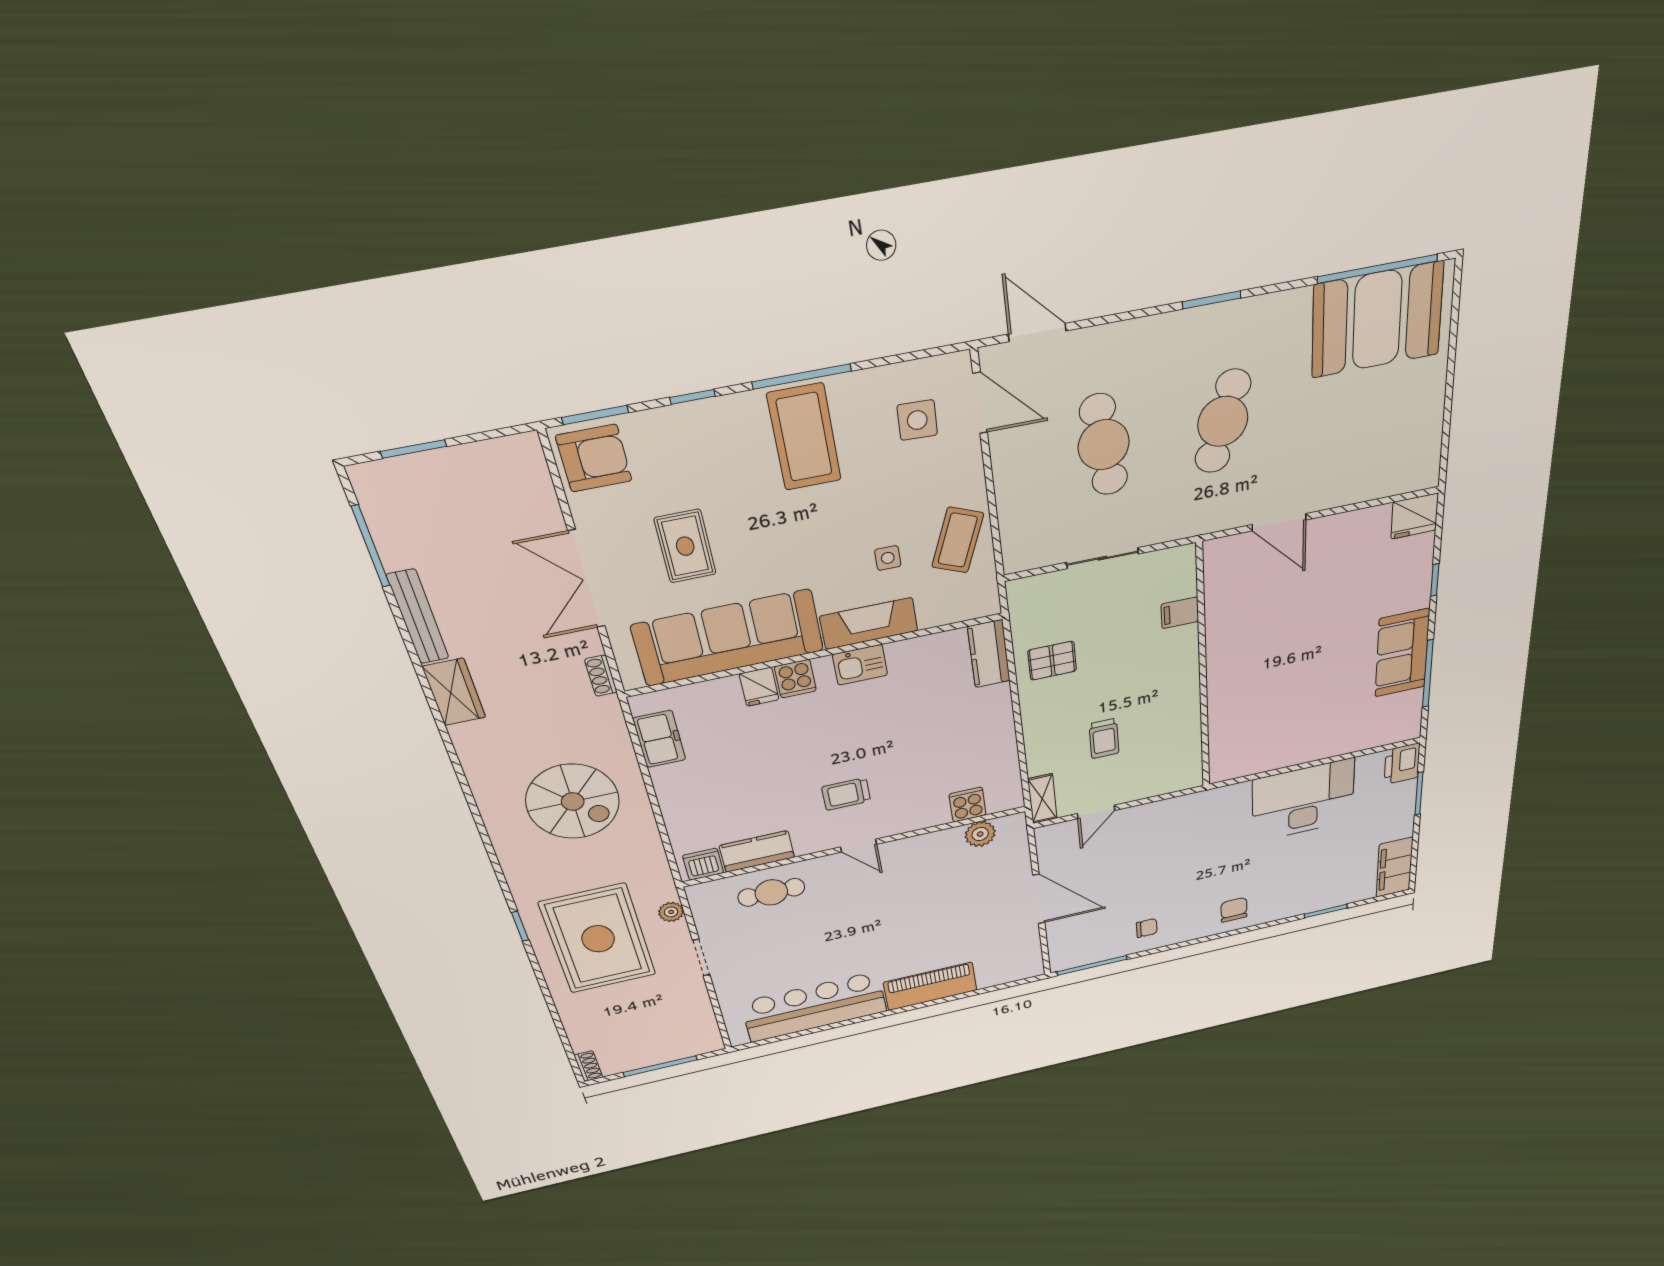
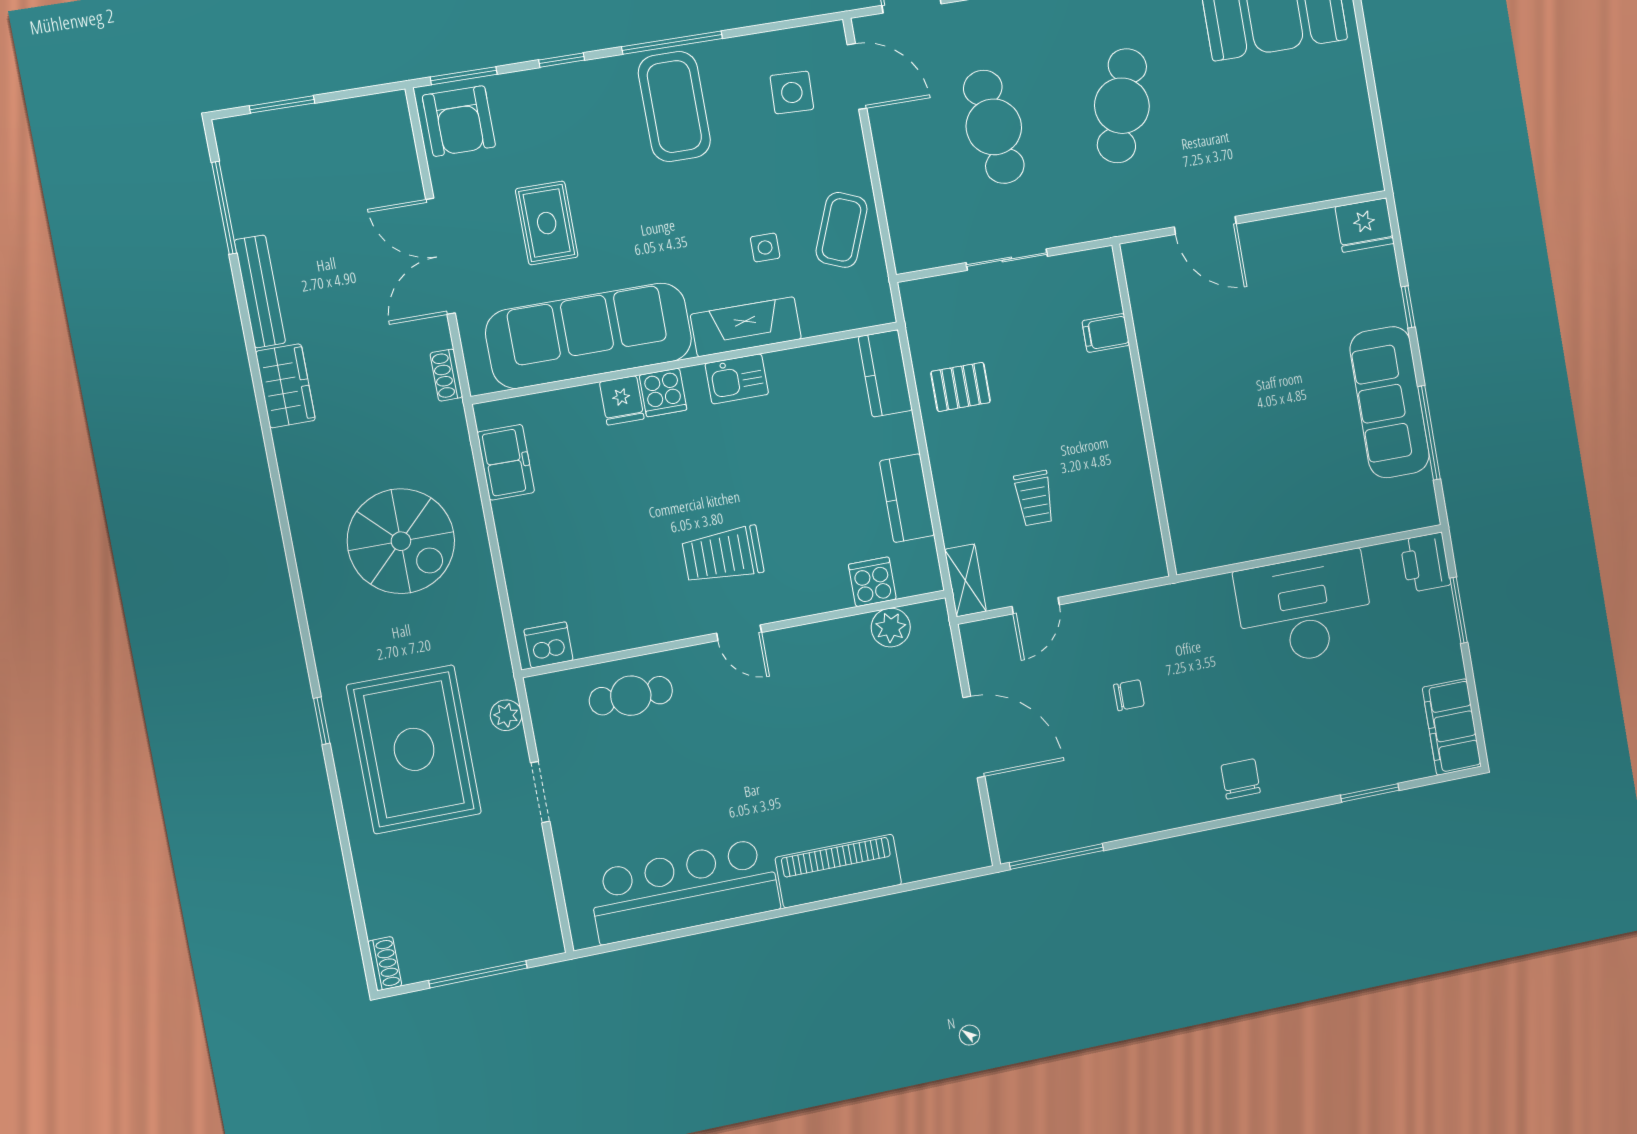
armchair: (594, 458) -> (459, 121), turned 90
sofa: (1402, 653) -> (1390, 402), width x1.36
trolley: (846, 794) -> (723, 555), width x1.36, depth x1.39
kitchen counter: (757, 851) -> (907, 498), moved, turned -90
chair: (1147, 928) -> (1129, 695), moved

